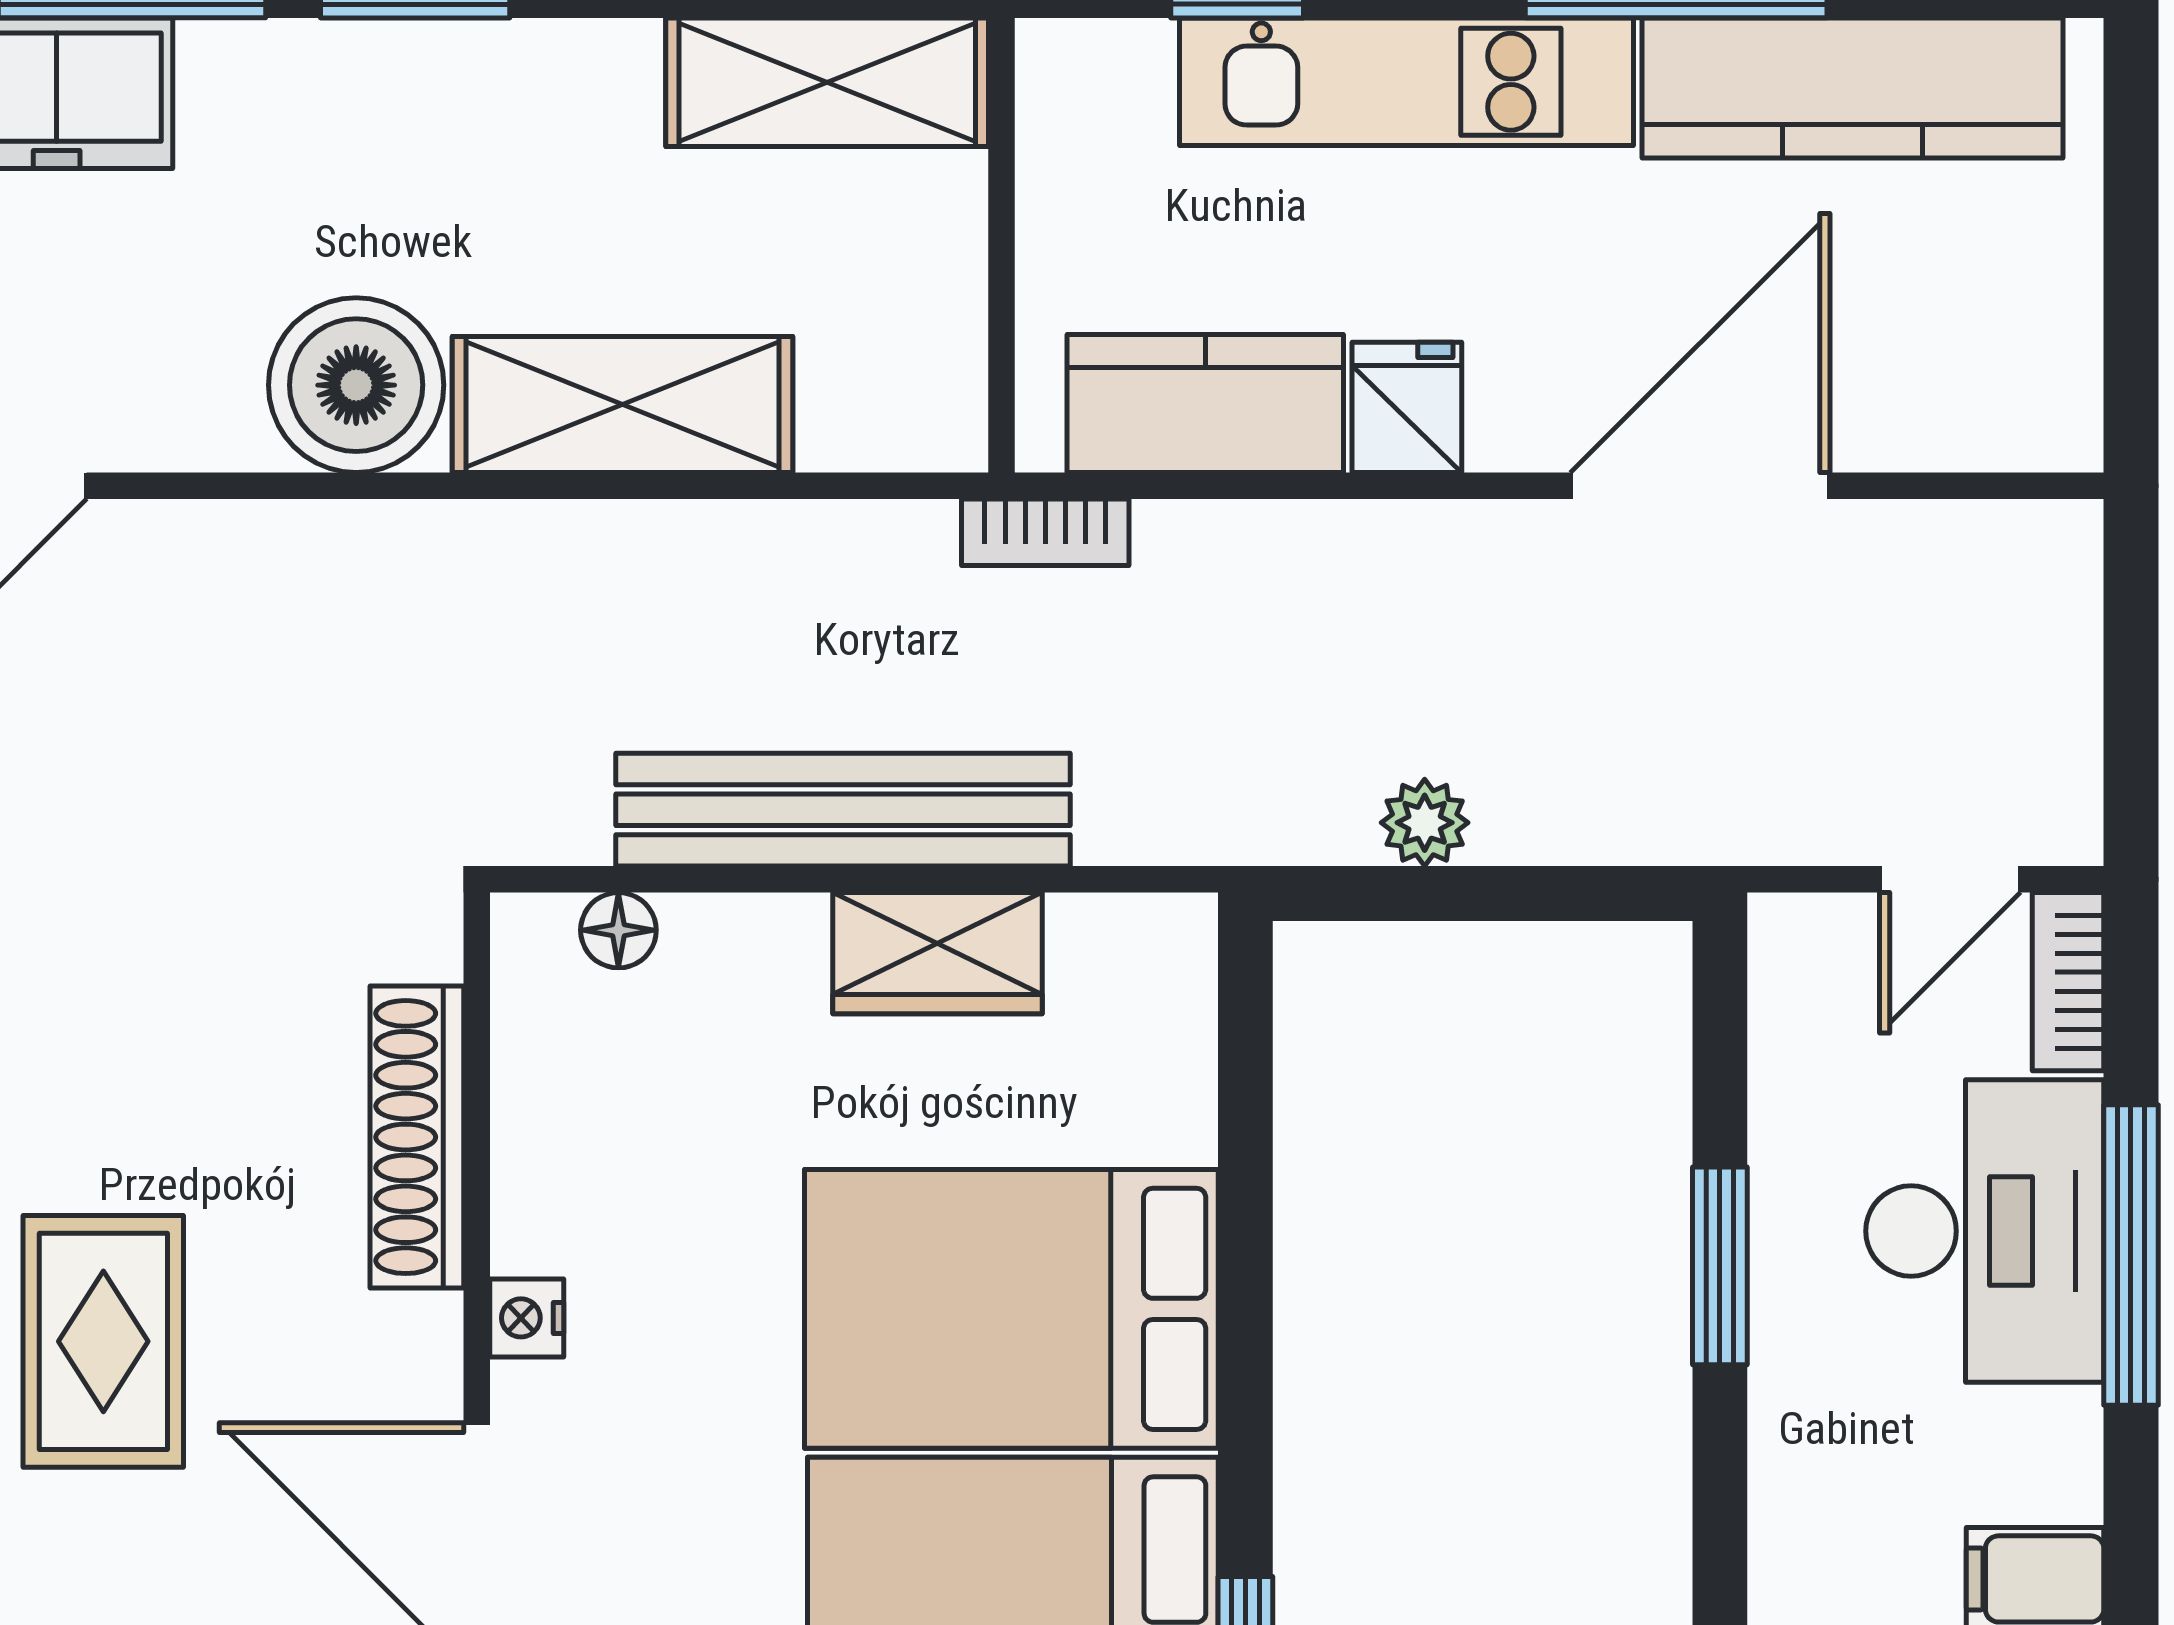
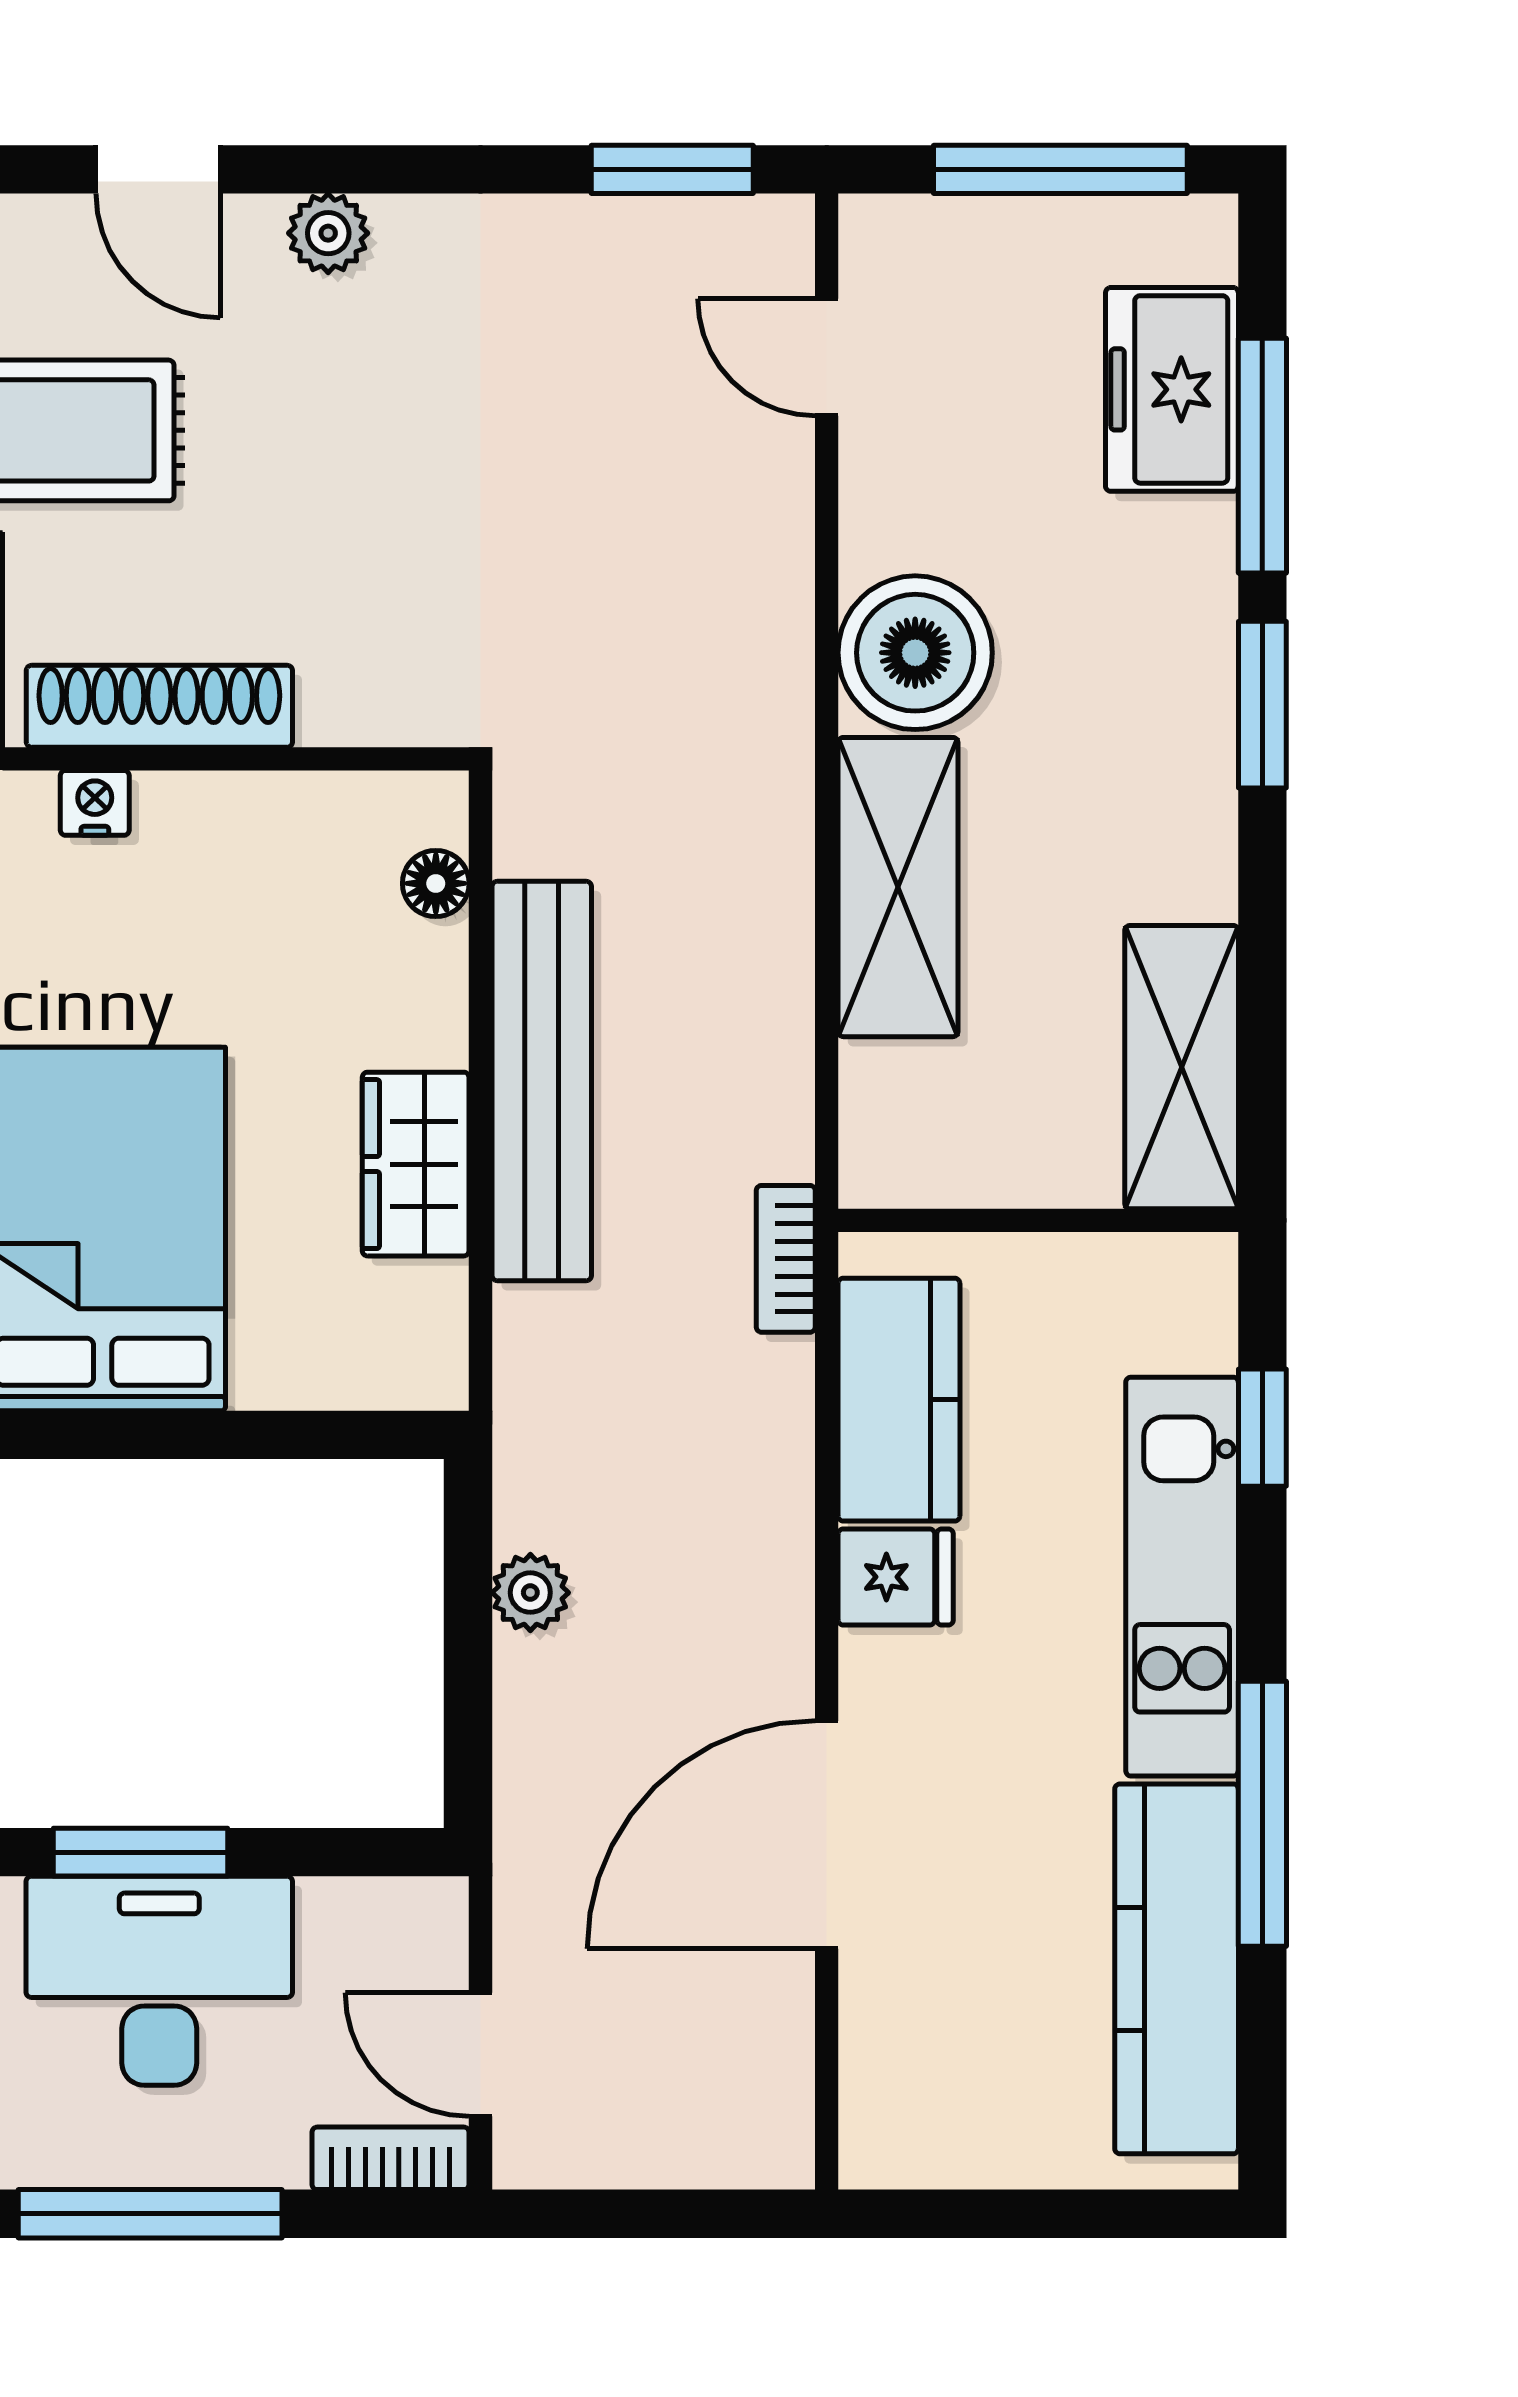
door: (1700, 486) -> (827, 1835), swing flipped
shoe rack: (417, 1137) -> (159, 706), moved
desk: (1985, 1231) -> (159, 1981), moved, turned 180

